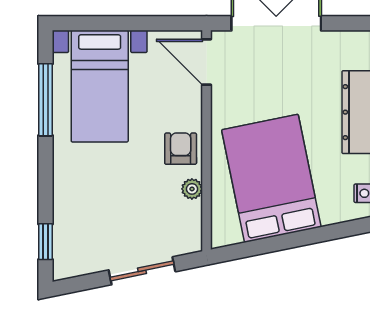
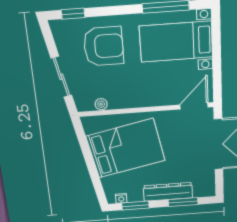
armchair: (181, 149) -> (104, 46), moved, width x1.88, depth x1.88
plant: (192, 189) -> (101, 104), moved

